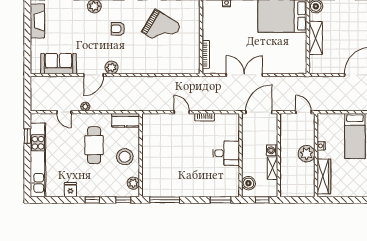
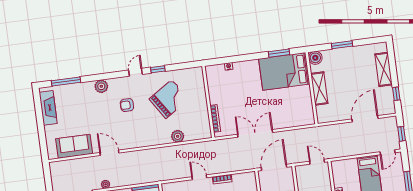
grand piano: (161, 28) -> (169, 99), turned -64
plant: (112, 67) -> (178, 136), moved
door: (94, 75) -> (109, 153), swing flipped

